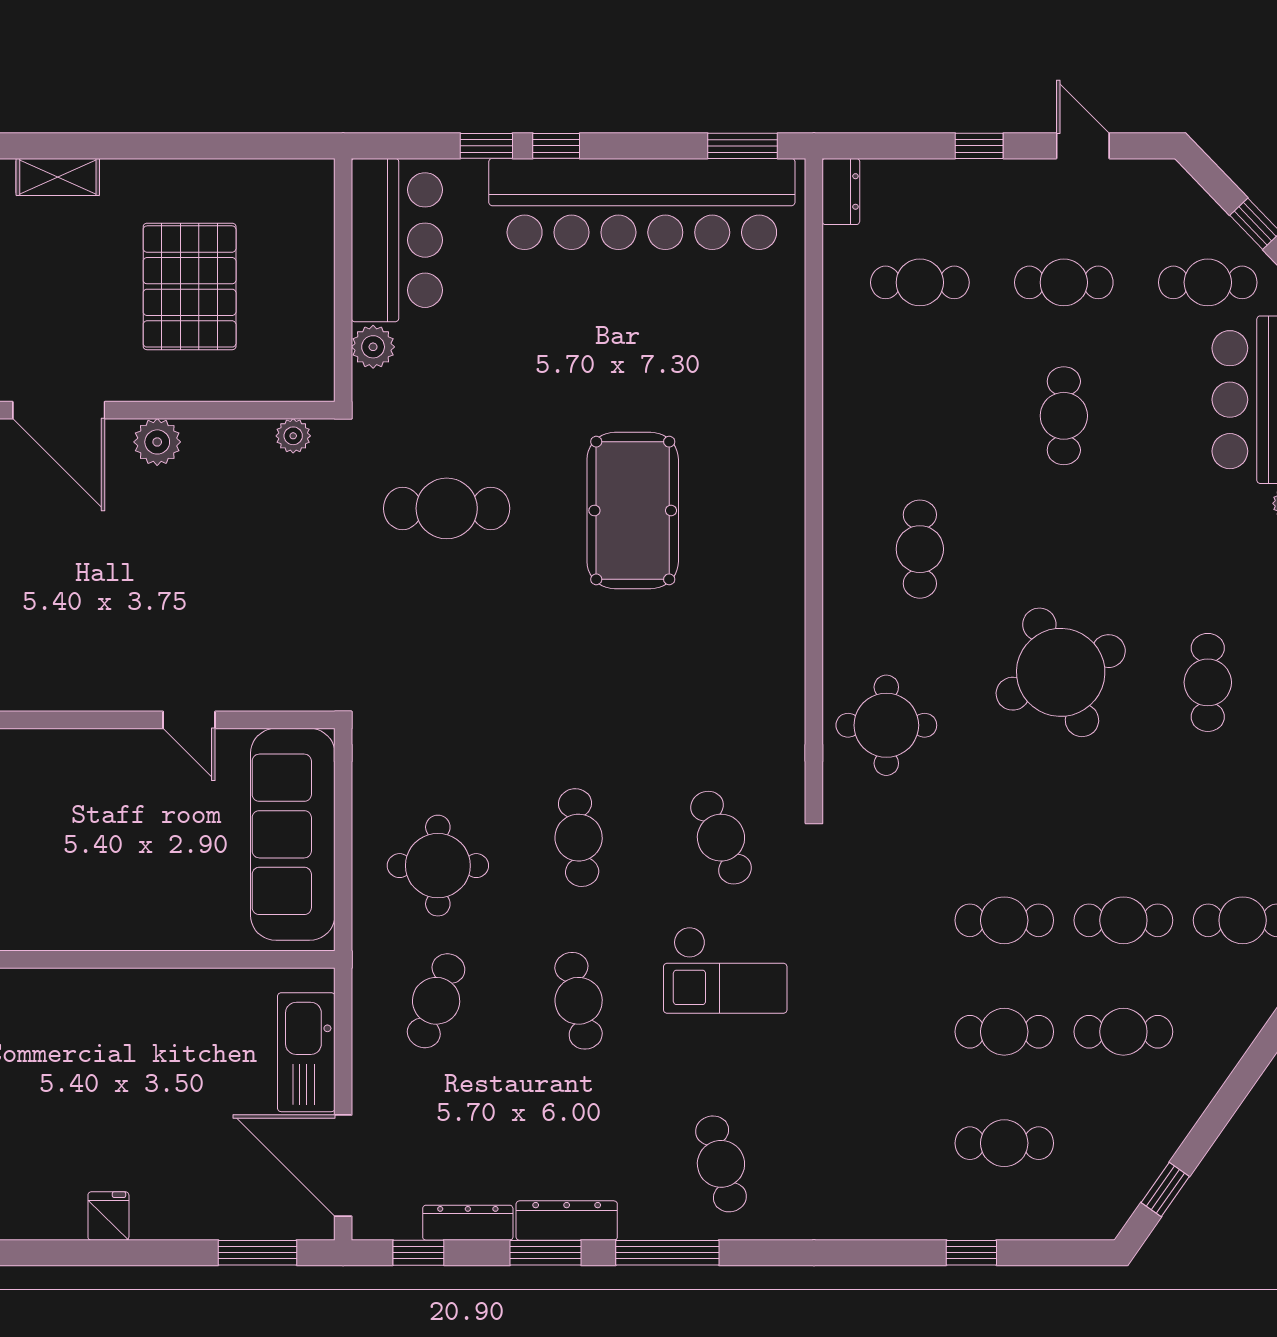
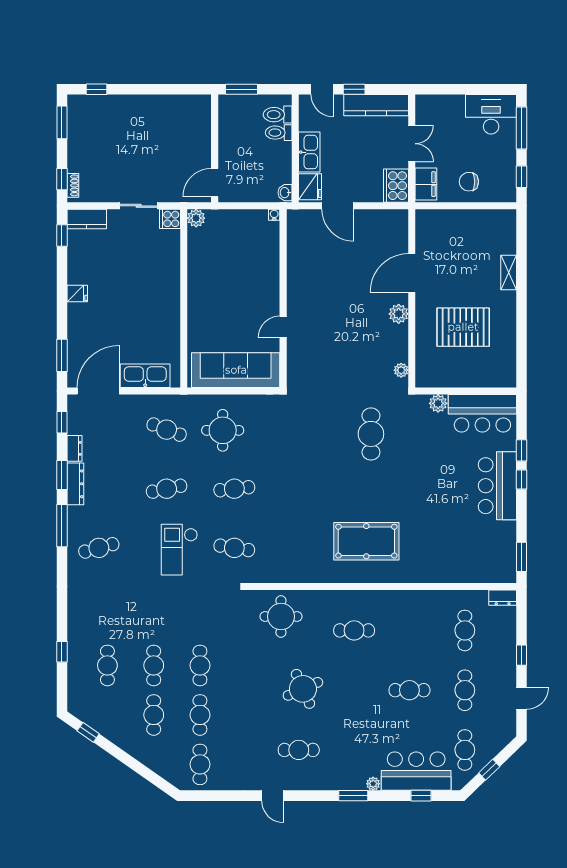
bar counter: (642, 204) -> (497, 486), width x0.54
pool table: (633, 511) -> (366, 541), moved
round table: (1061, 672) -> (303, 689), width x0.73, depth x0.73
cafe table: (721, 838) -> (234, 548), turned 33
dresser: (468, 1223) -> (74, 448), width x0.70

